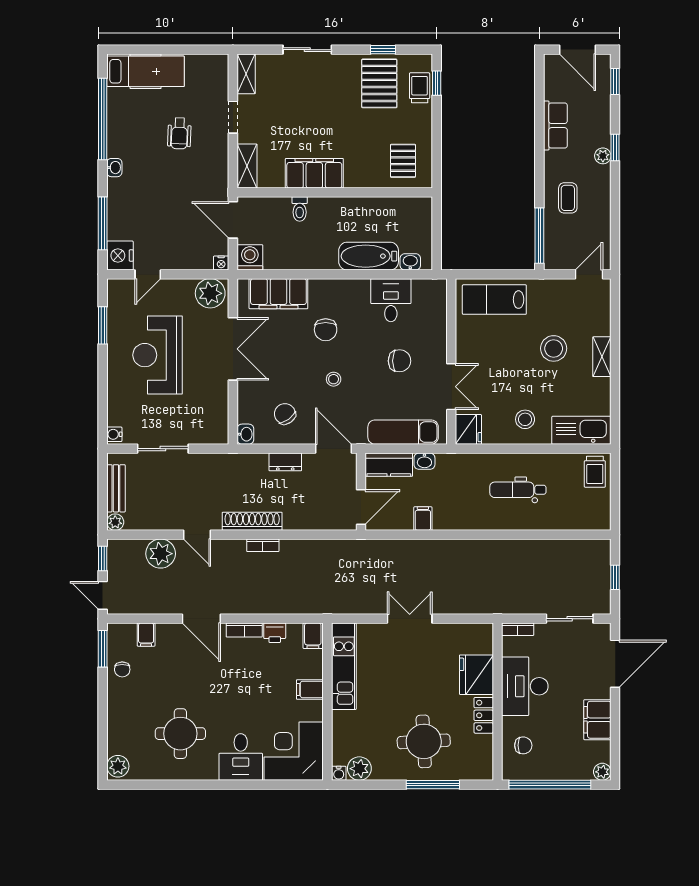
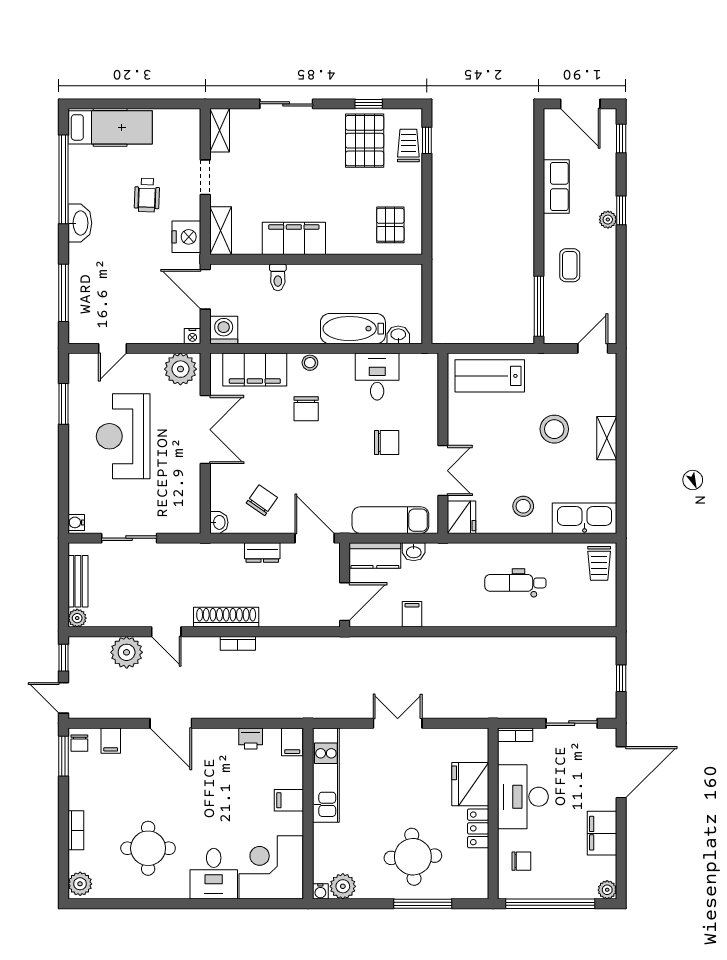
washbasin: (114, 168) -> (80, 223), width x1.91, depth x1.45
nightstand: (120, 256) -> (186, 237), moved, turned 180
stool: (334, 379) -> (310, 363), moved
chair: (285, 414) -> (262, 500), turned 71
bookcase: (244, 630) -> (76, 830), moved, turned -90
chair: (122, 669) -> (79, 743), moved

